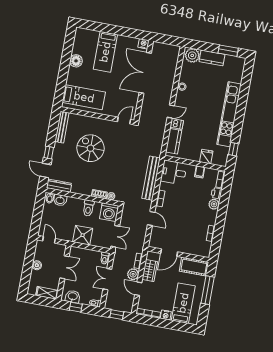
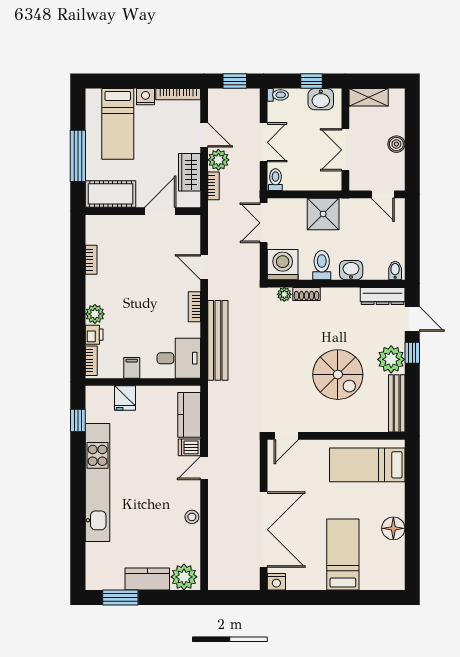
plant: (61, 151) -> (391, 359), added
washbasin: (60, 200) -> (351, 270), moved

